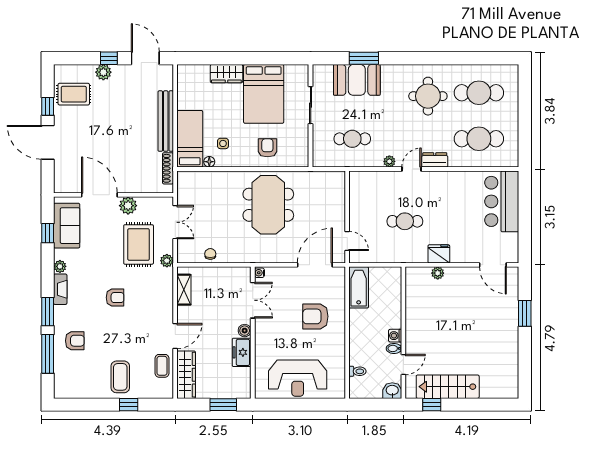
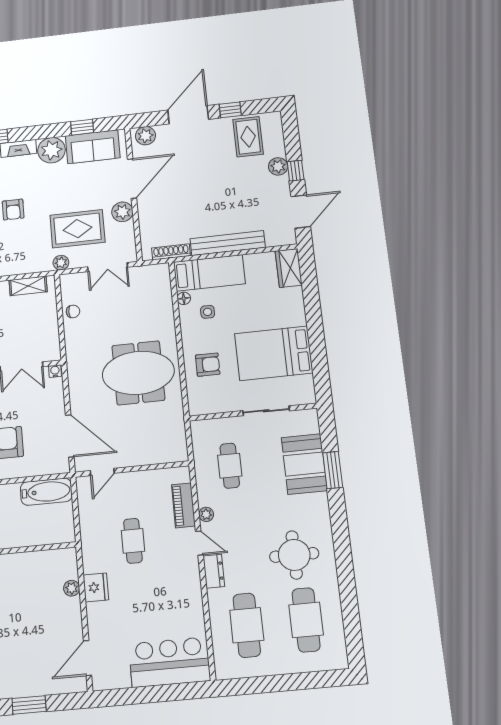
wardrobe: (226, 74) -> (289, 268), moved
piano: (380, 179) -> (183, 505), added
plant: (62, 180) -> (145, 136), added
plant: (60, 266) -> (51, 150), width x1.87, depth x1.87

